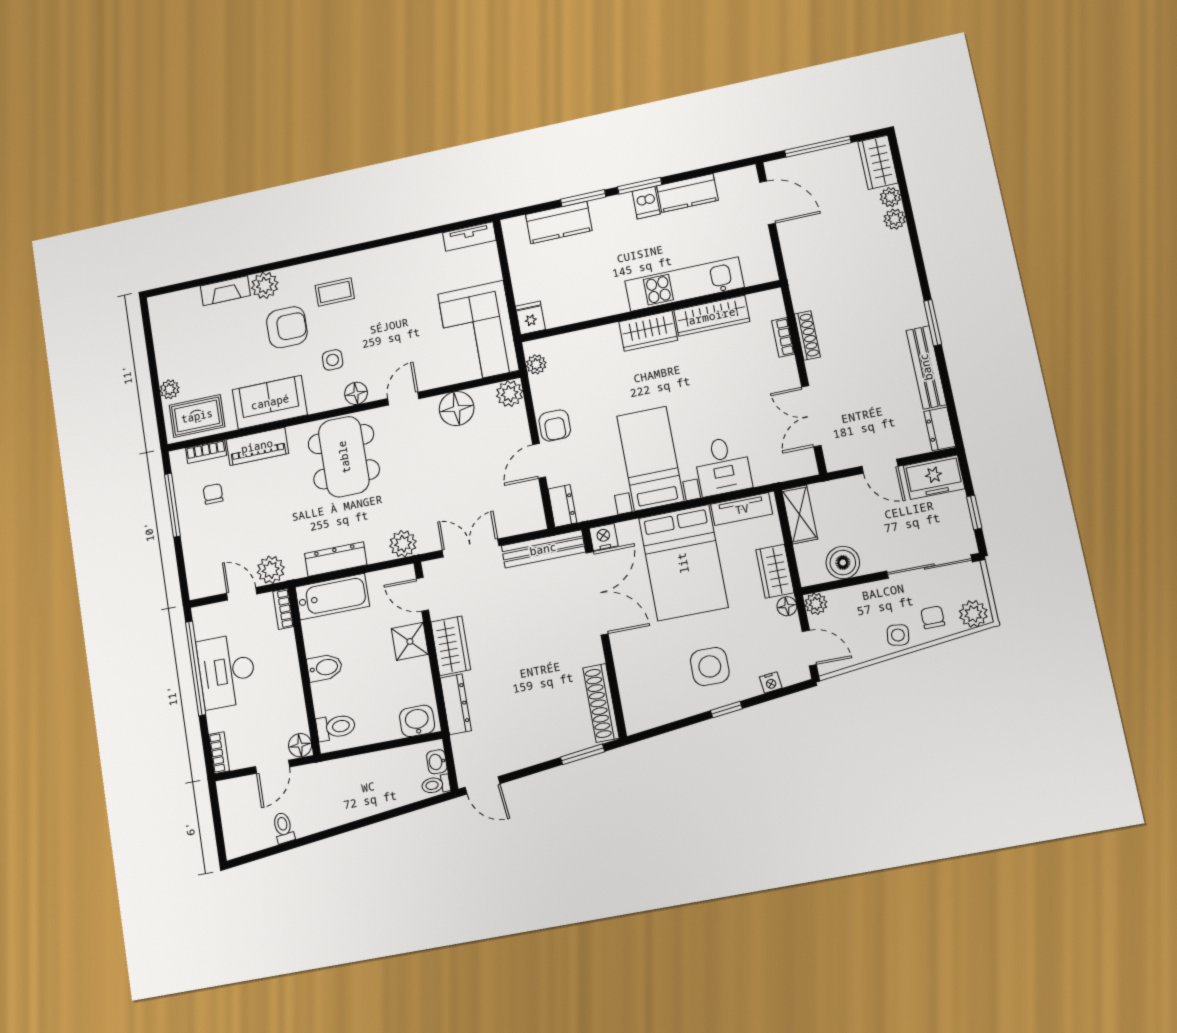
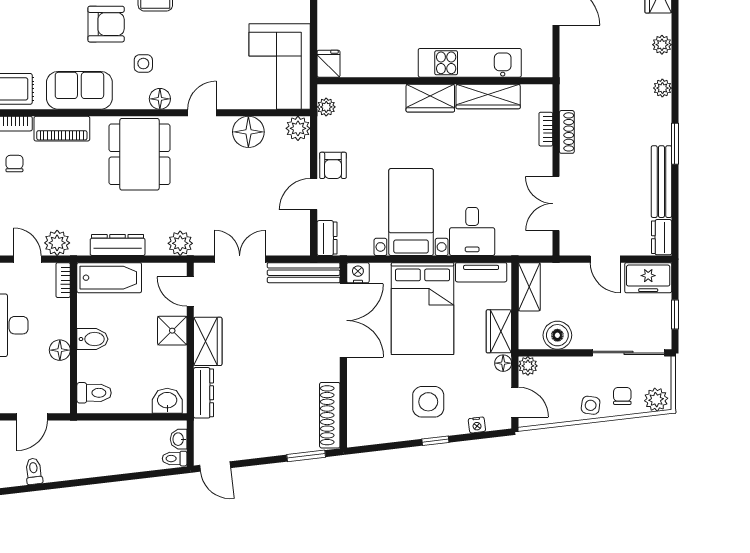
plant: (890, 197) -> (662, 88), moved
floor lamp: (300, 745) -> (60, 350), moved

